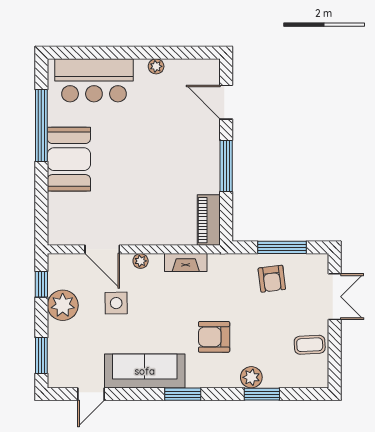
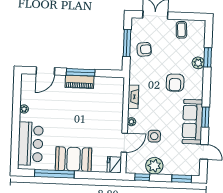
piano: (209, 220) -> (80, 82), moved
fridge: (62, 233) -> (114, 165), added
window: (183, 394) -> (205, 117), moved

